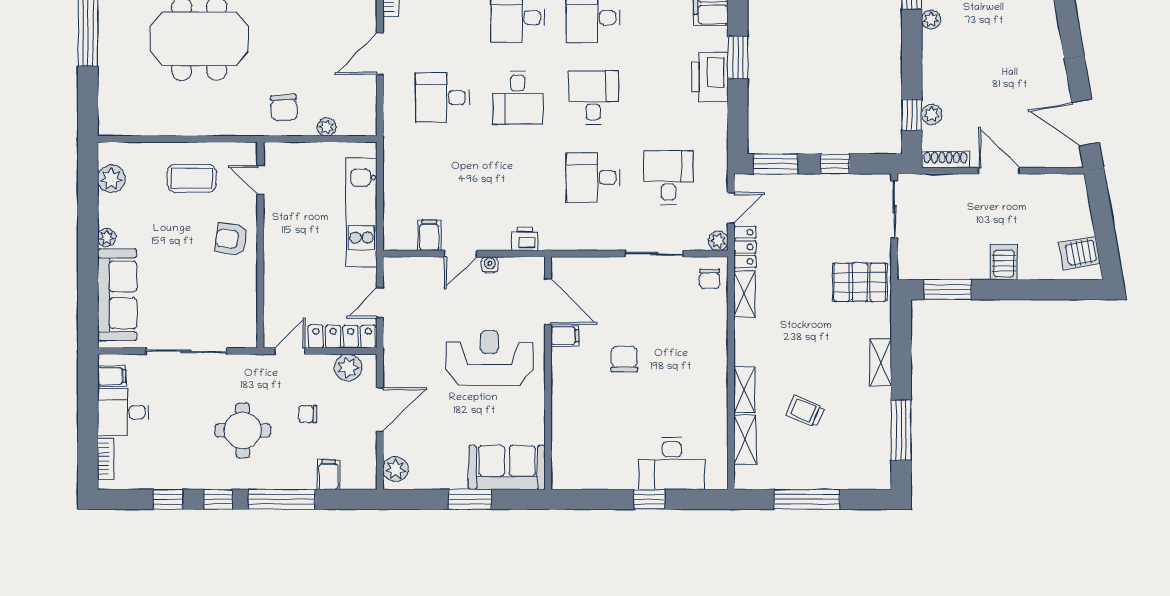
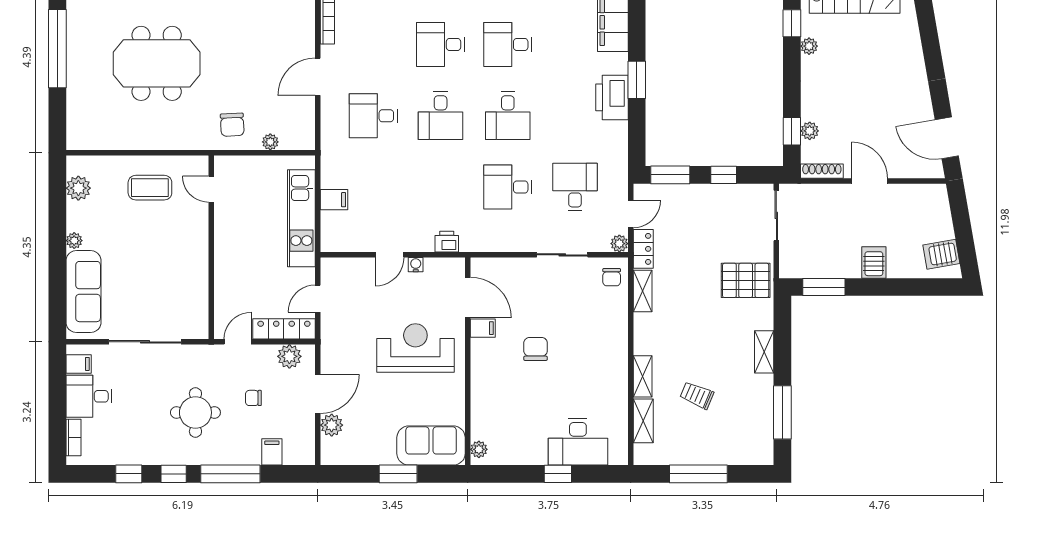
desk: (593, 98) -> (508, 116), turned 180
filing cabinet: (429, 235) -> (334, 200), moved, turned 90
armchair: (231, 239) -> (185, 242), removed
plant: (395, 469) -> (332, 425), moved
plant: (561, 472) -> (479, 449), added

